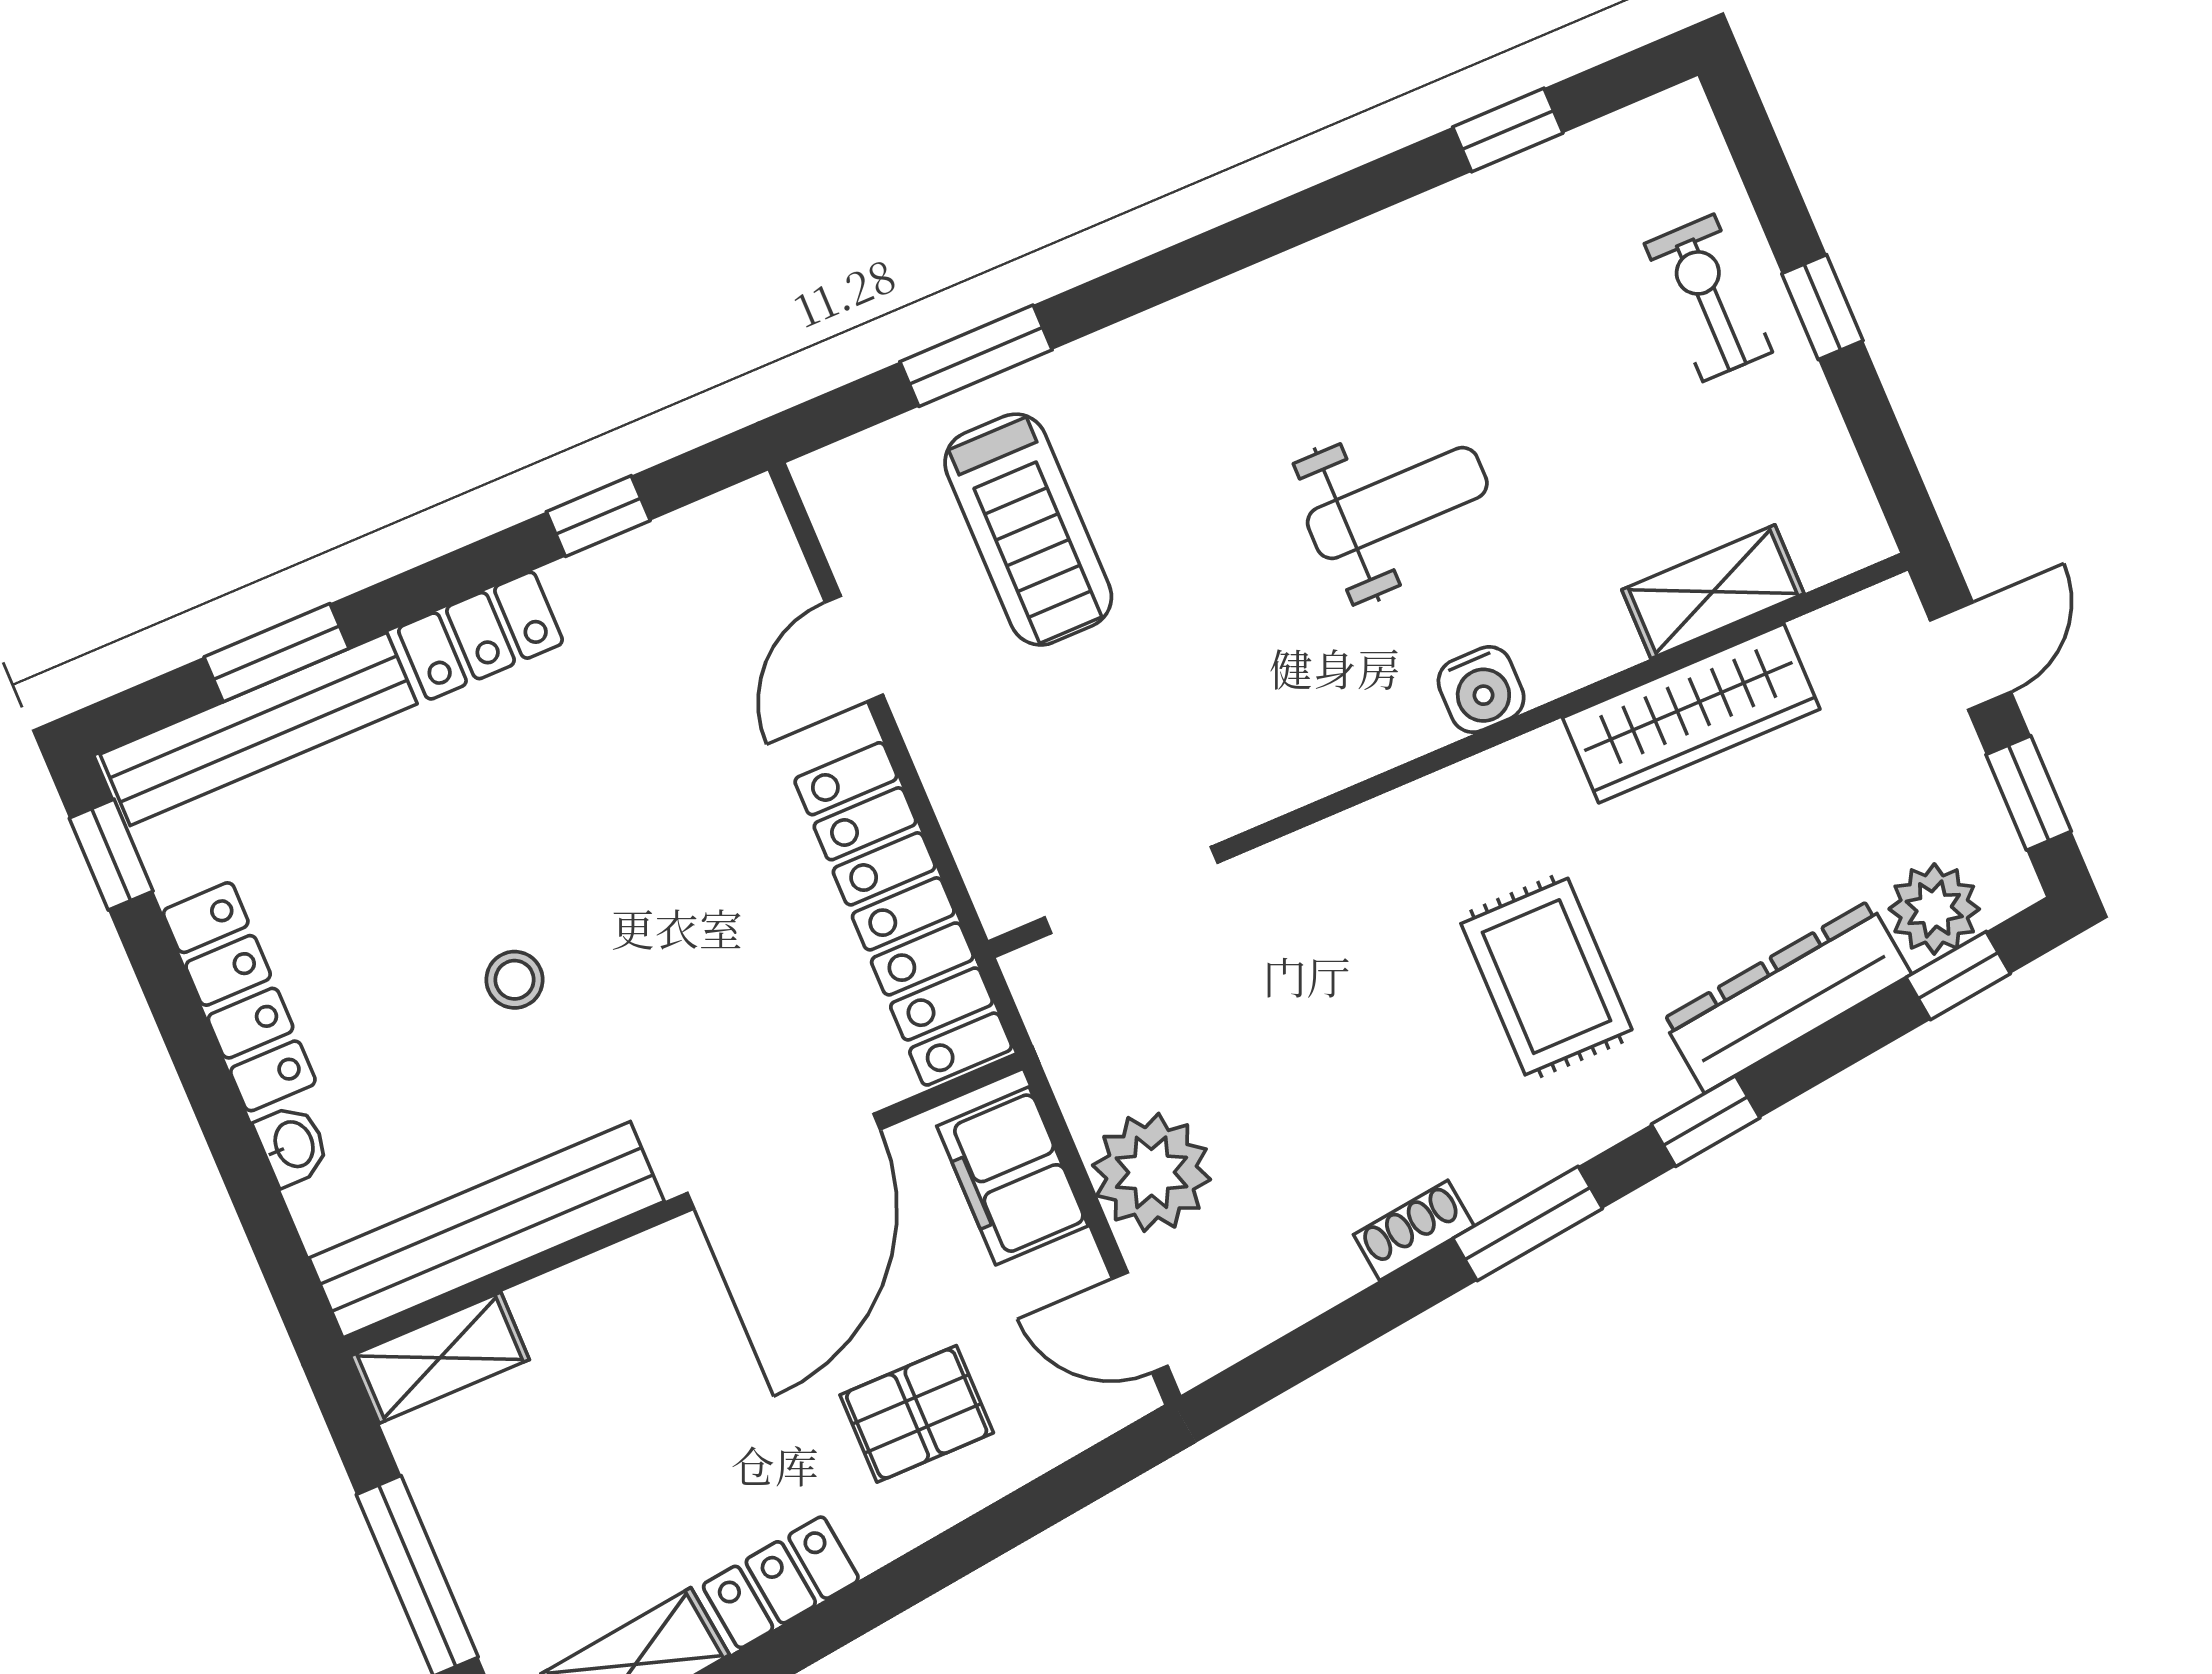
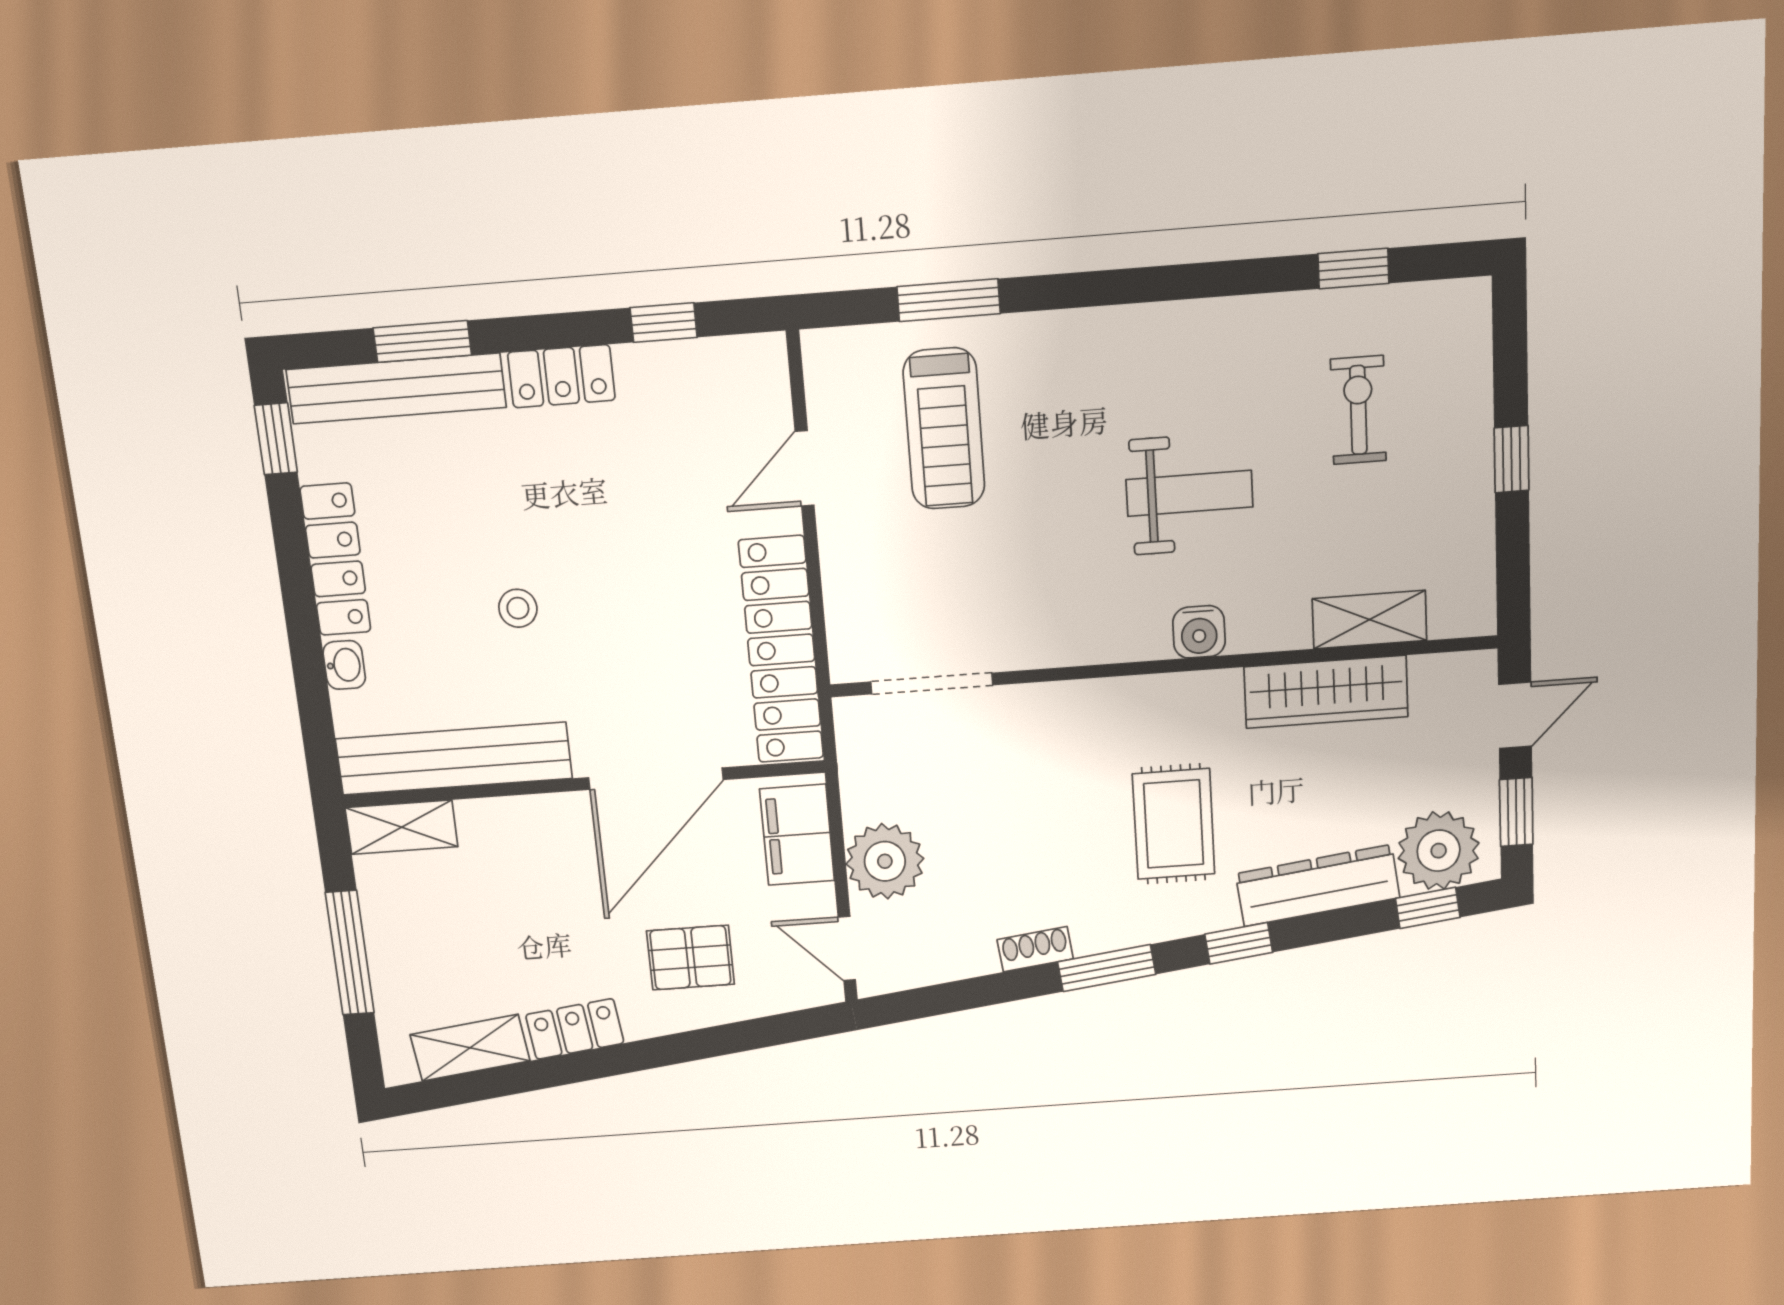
exercise bike: (1708, 298) -> (1358, 410), moved
plant: (1934, 909) -> (1439, 851), width x1.36, depth x1.36

